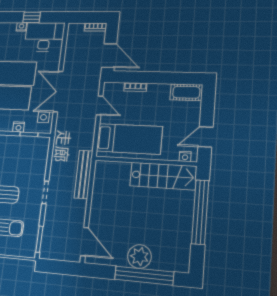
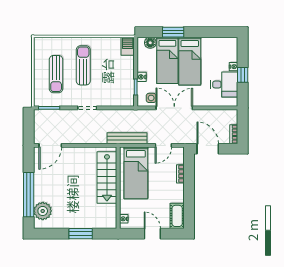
desk: (44, 37) -> (224, 84), width x0.73
door: (109, 56) -> (208, 149), swing flipped
door: (205, 137) -> (152, 234), moved
bench: (83, 174) -> (127, 138), moved
stairs: (163, 176) -> (107, 177), moved
window: (200, 212) -> (81, 234), width x0.47
plant: (139, 257) -> (43, 211), moved

